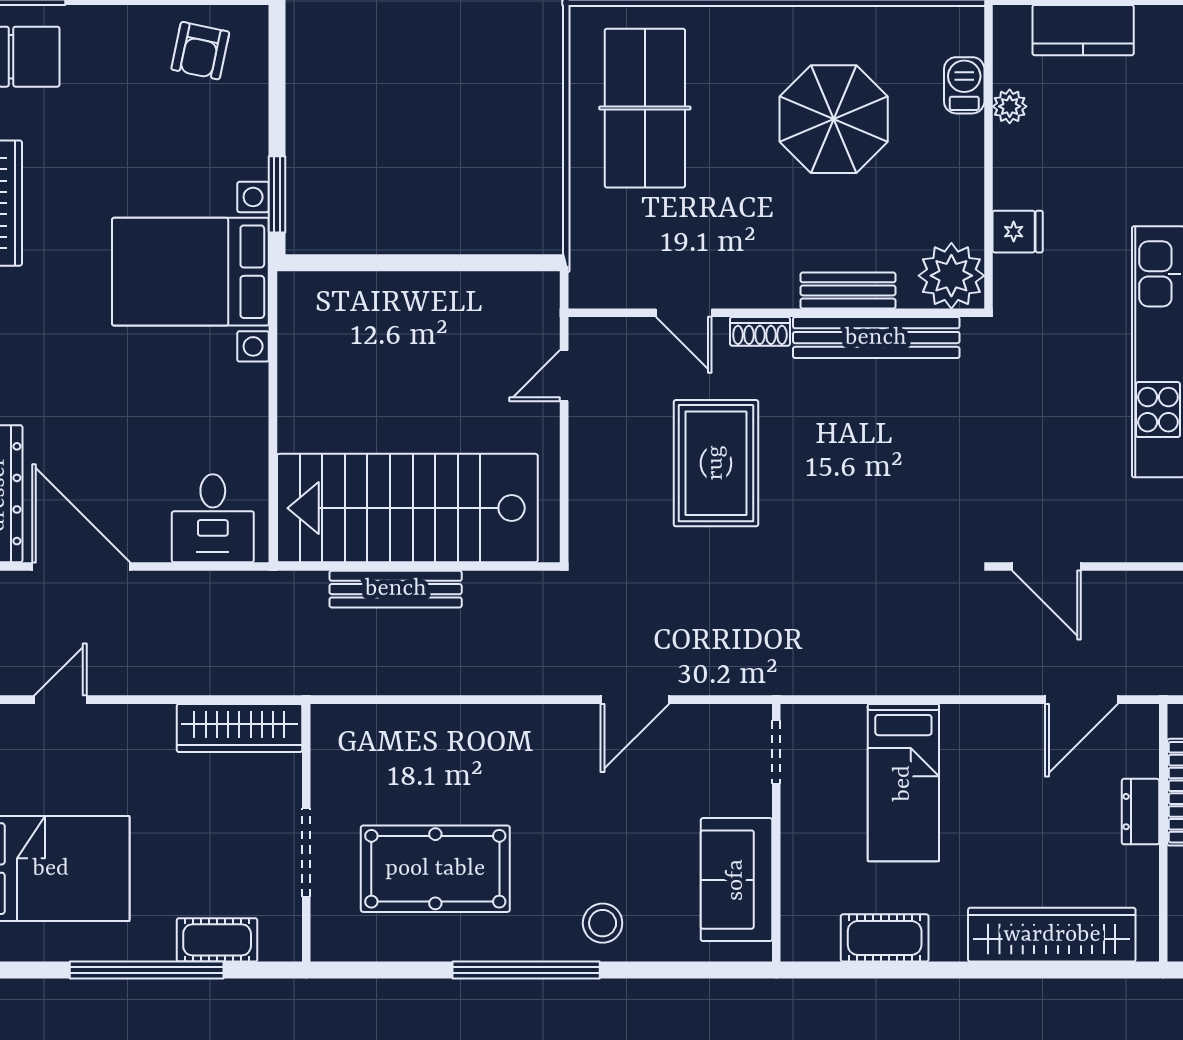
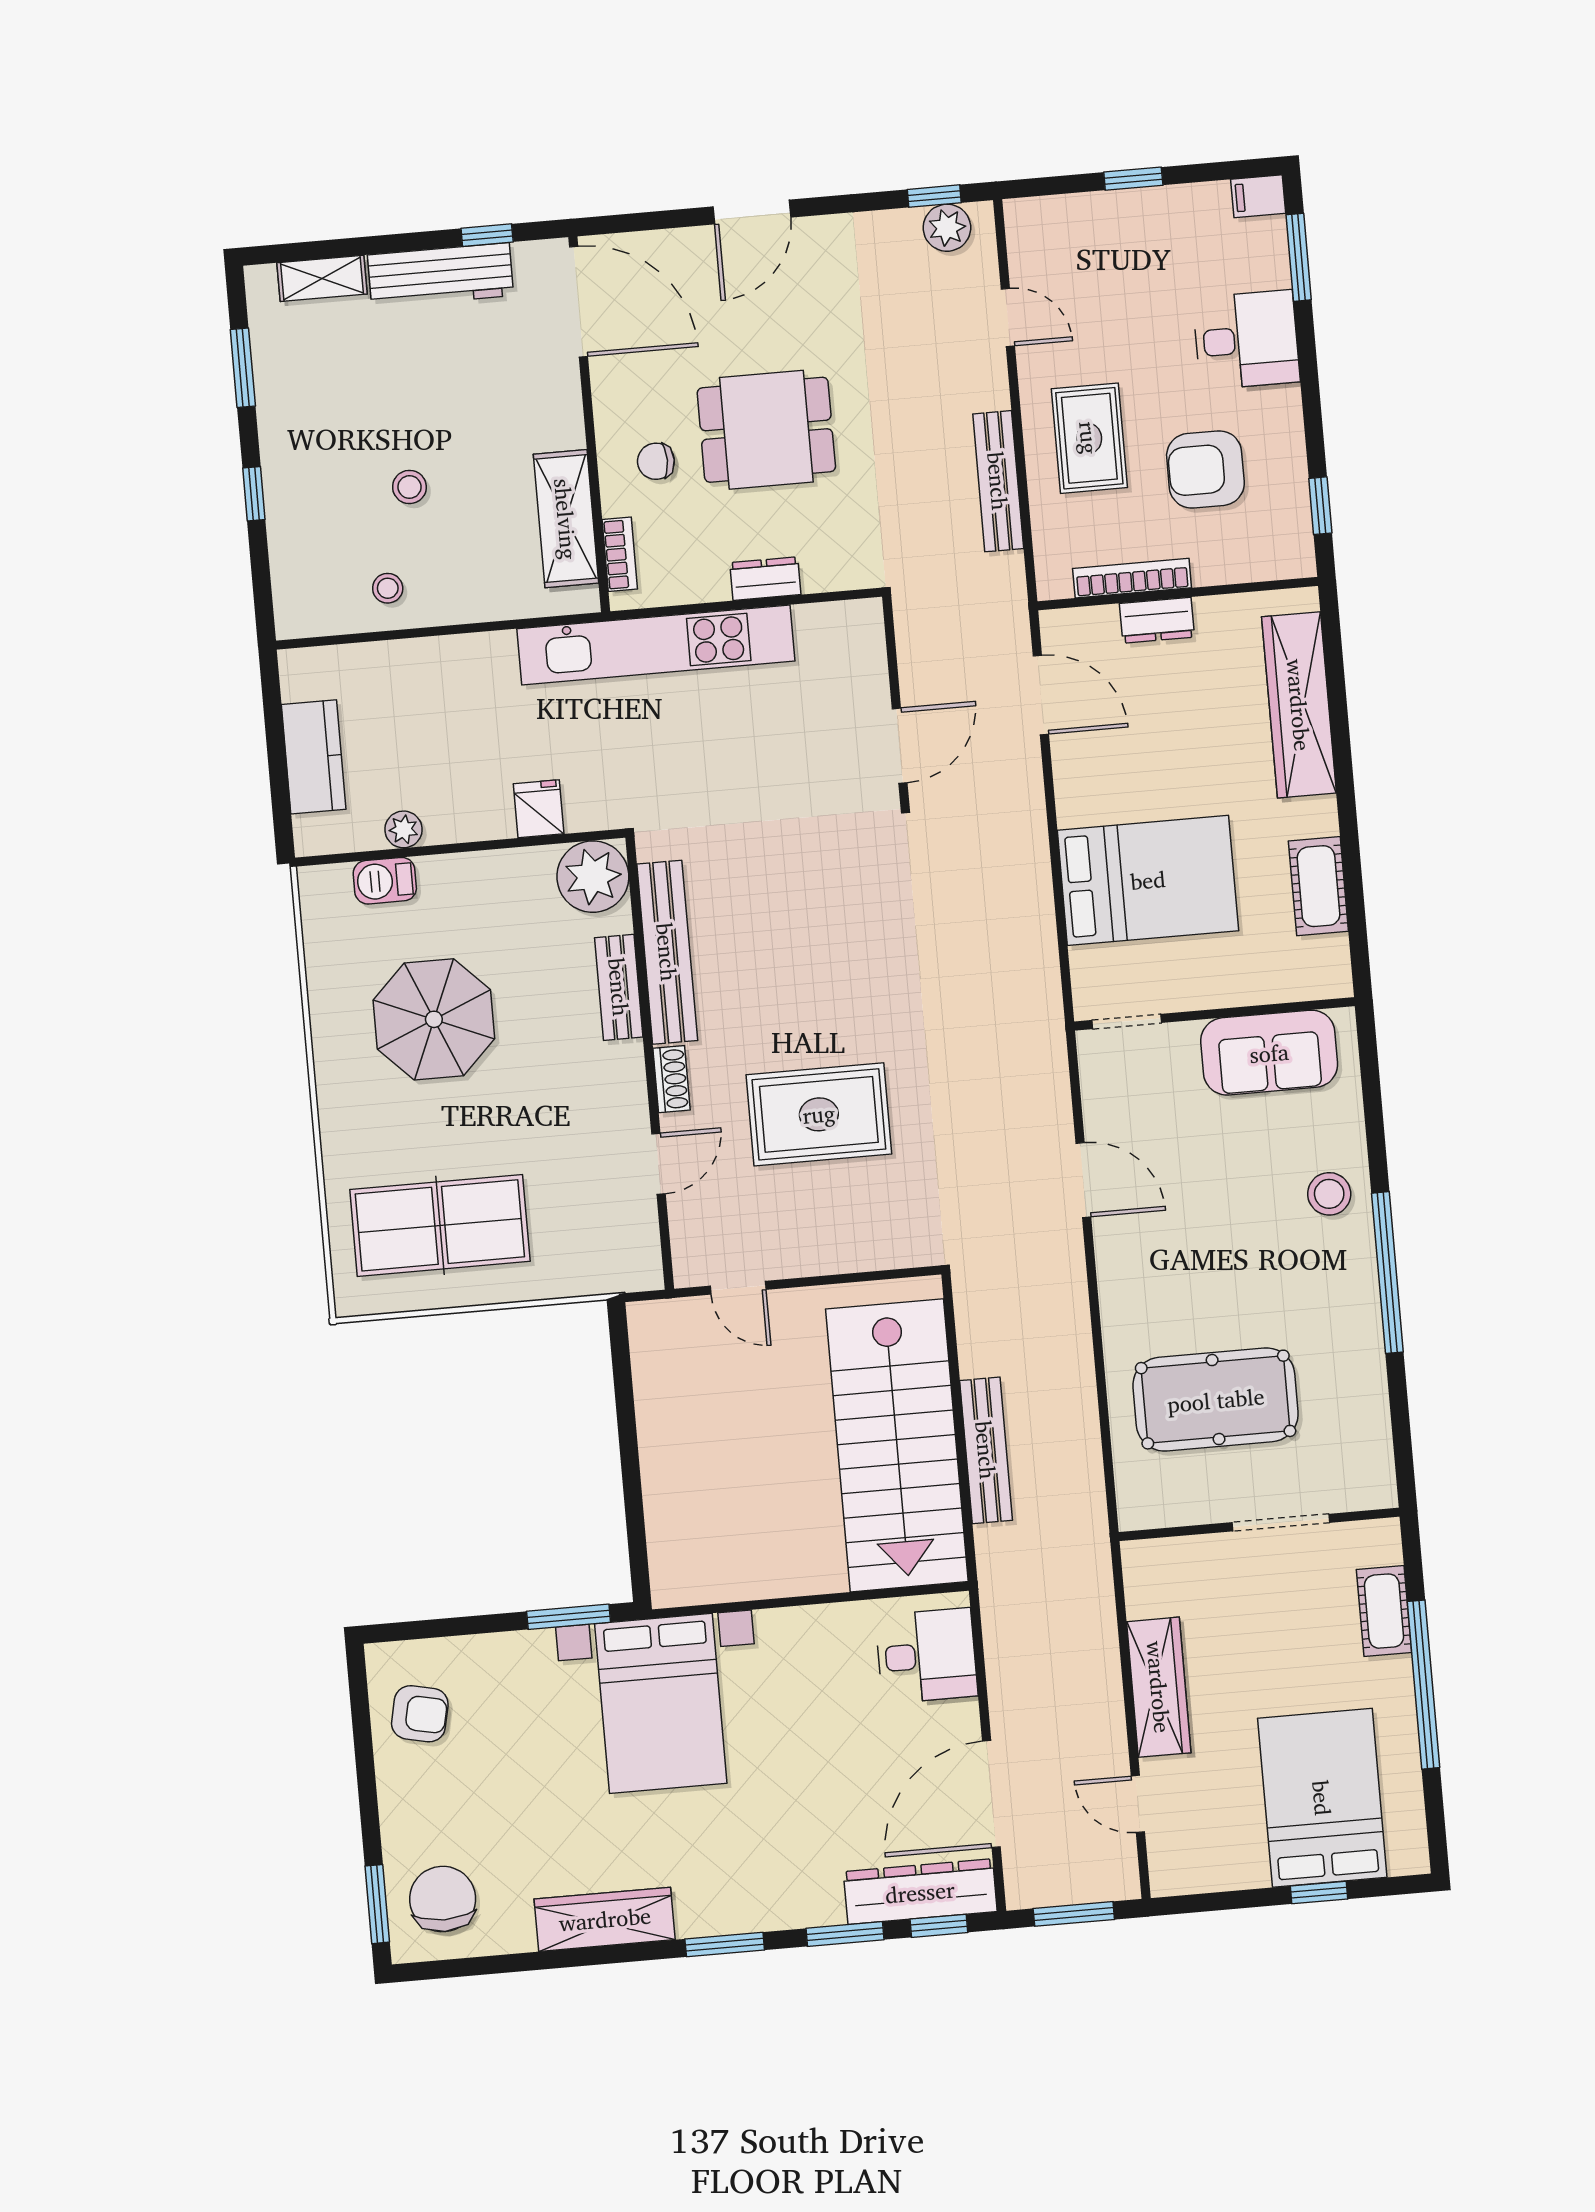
wardrobe: (239, 728) -> (1159, 1687), moved
bed: (903, 783) -> (1148, 880), width x1.50
pool table: (435, 869) -> (1216, 1400), moved, turned 90

